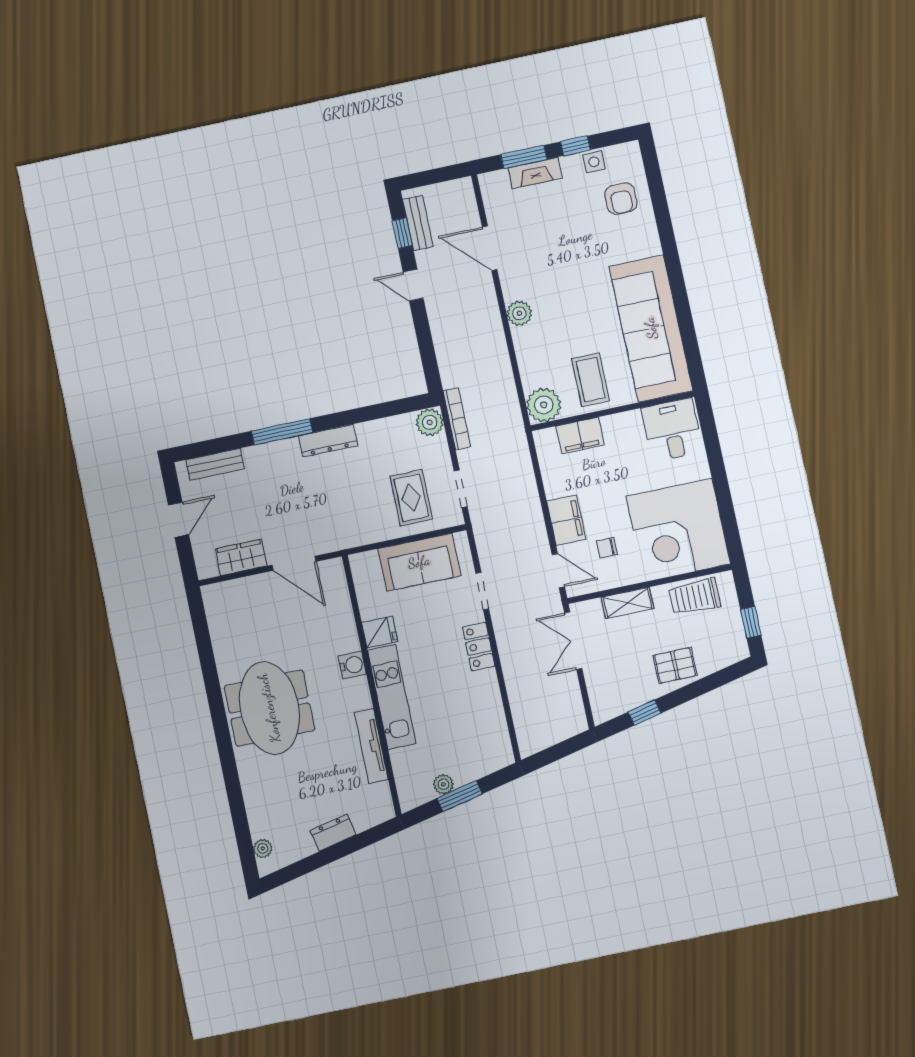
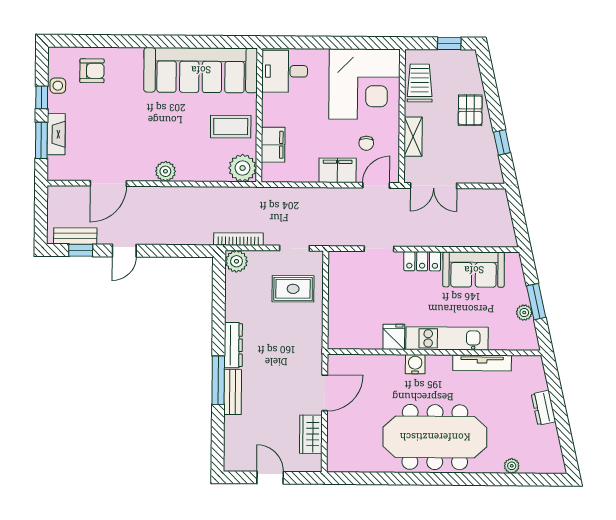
bench: (215, 464) -> (233, 392), moved
sofa: (419, 562) -> (474, 270), moved, turned 90
trolley: (695, 597) -> (420, 83), turned 180
meeting table: (269, 708) -> (435, 437), width x1.36
plant: (263, 848) -> (512, 466), moved

